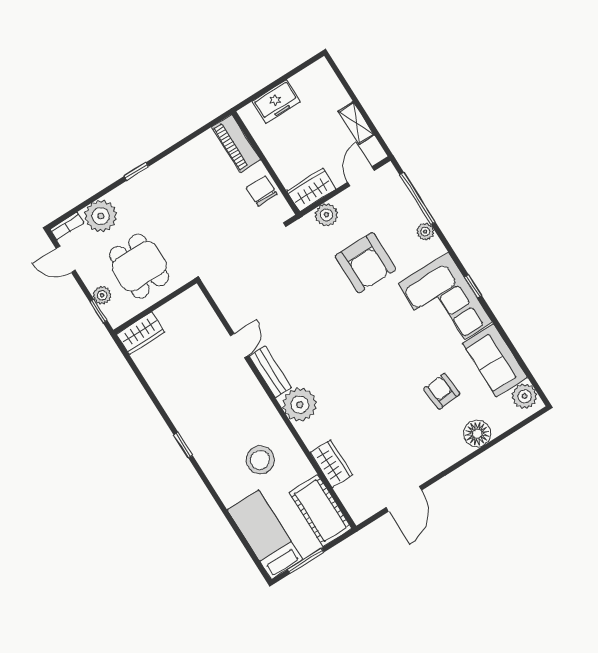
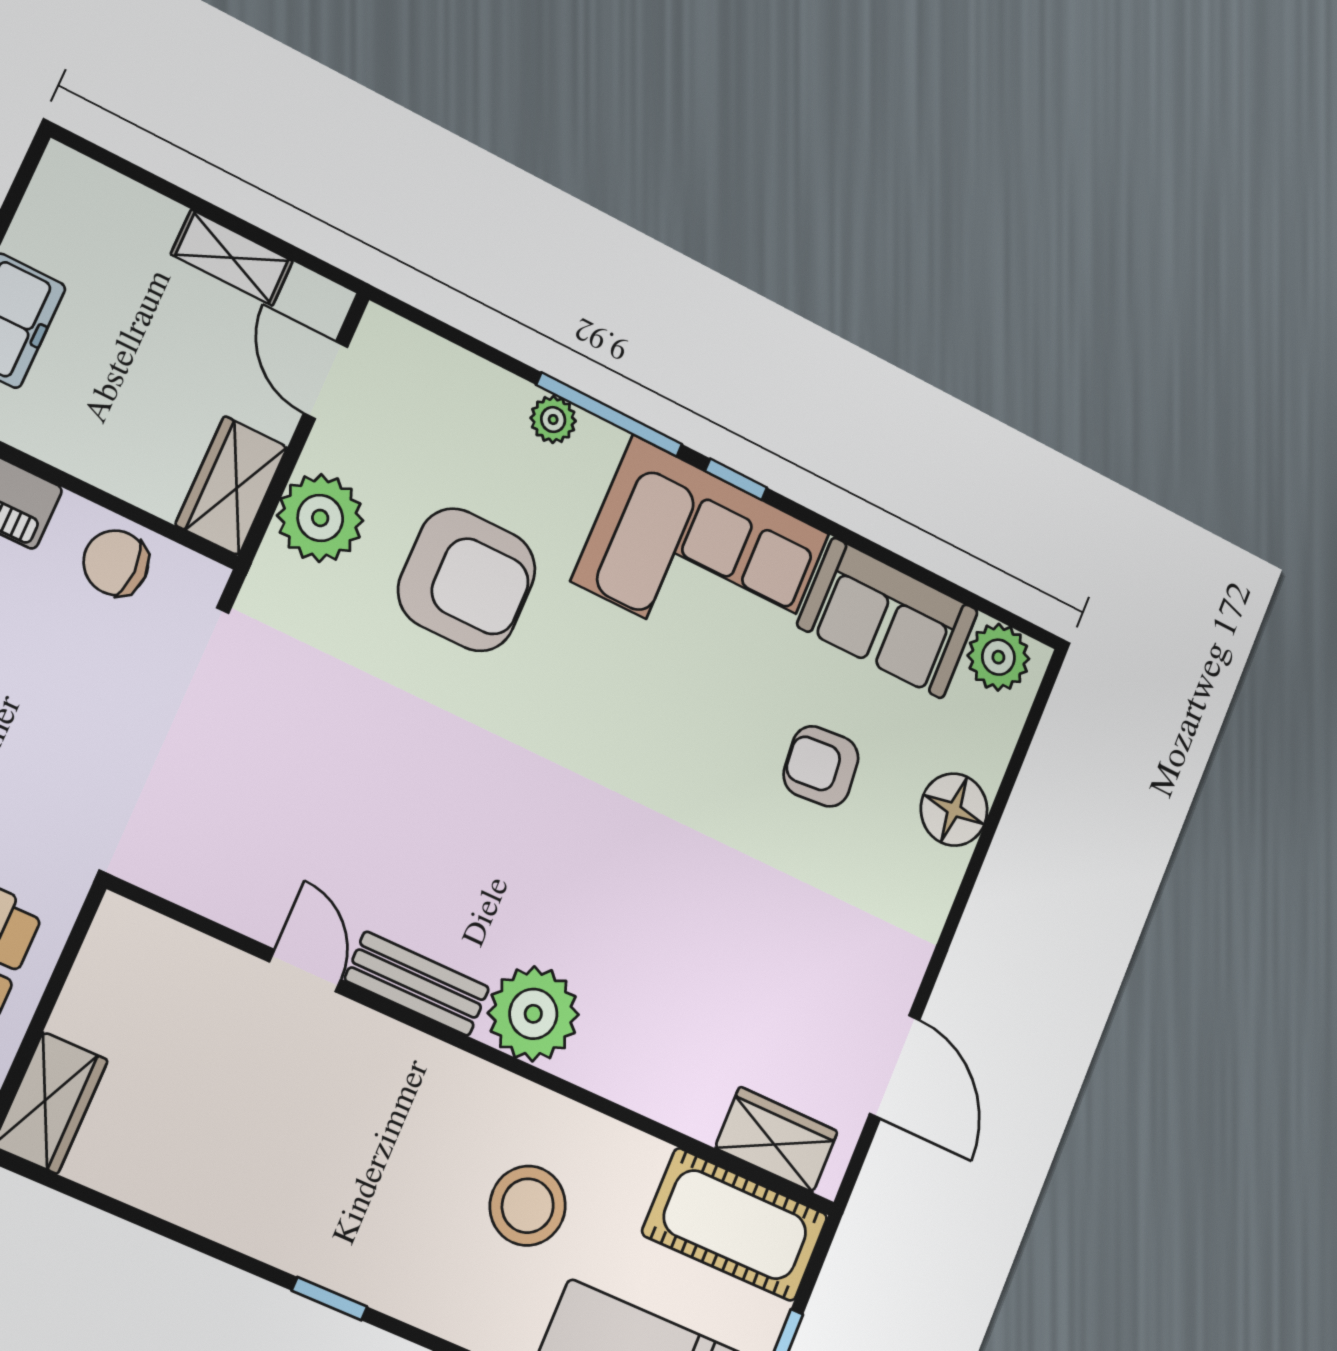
window: (417, 199) -> (609, 415), moved
plant: (326, 215) -> (320, 518), width x1.36, depth x1.36
wardrobe: (331, 464) -> (776, 1140), moved

